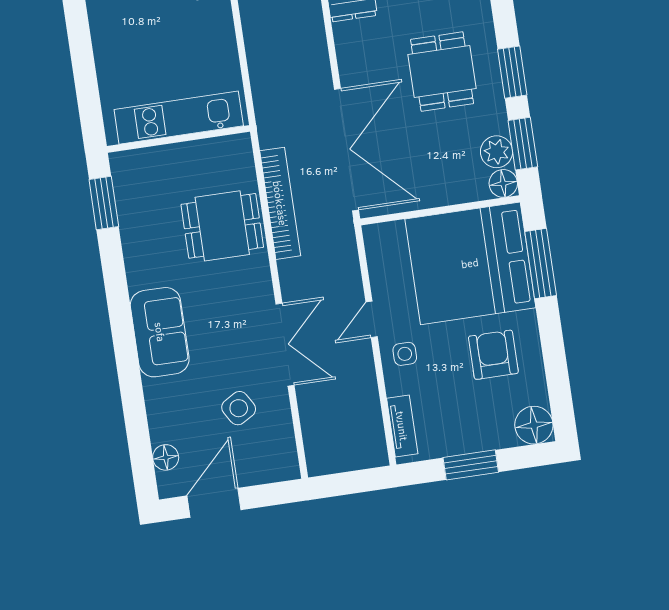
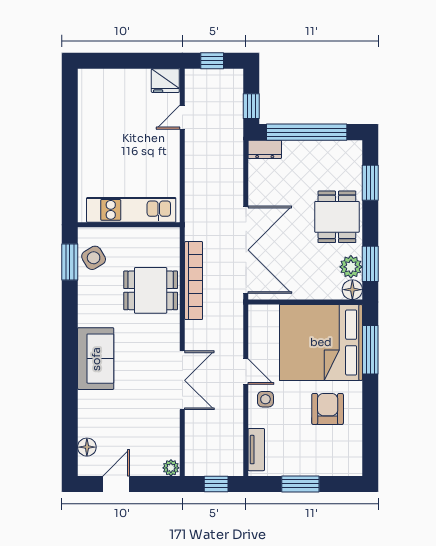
dining table: (442, 72) -> (337, 217), moved
window: (512, 72) -> (370, 183), moved
door: (372, 319) -> (246, 372), swing flipped
side table: (239, 408) -> (94, 258), moved
floor lamp: (534, 425) -> (349, 463), removed
plant: (287, 469) -> (171, 468), added
window: (354, 482) -> (216, 484), added
door: (214, 503) -> (116, 484), width x0.73

